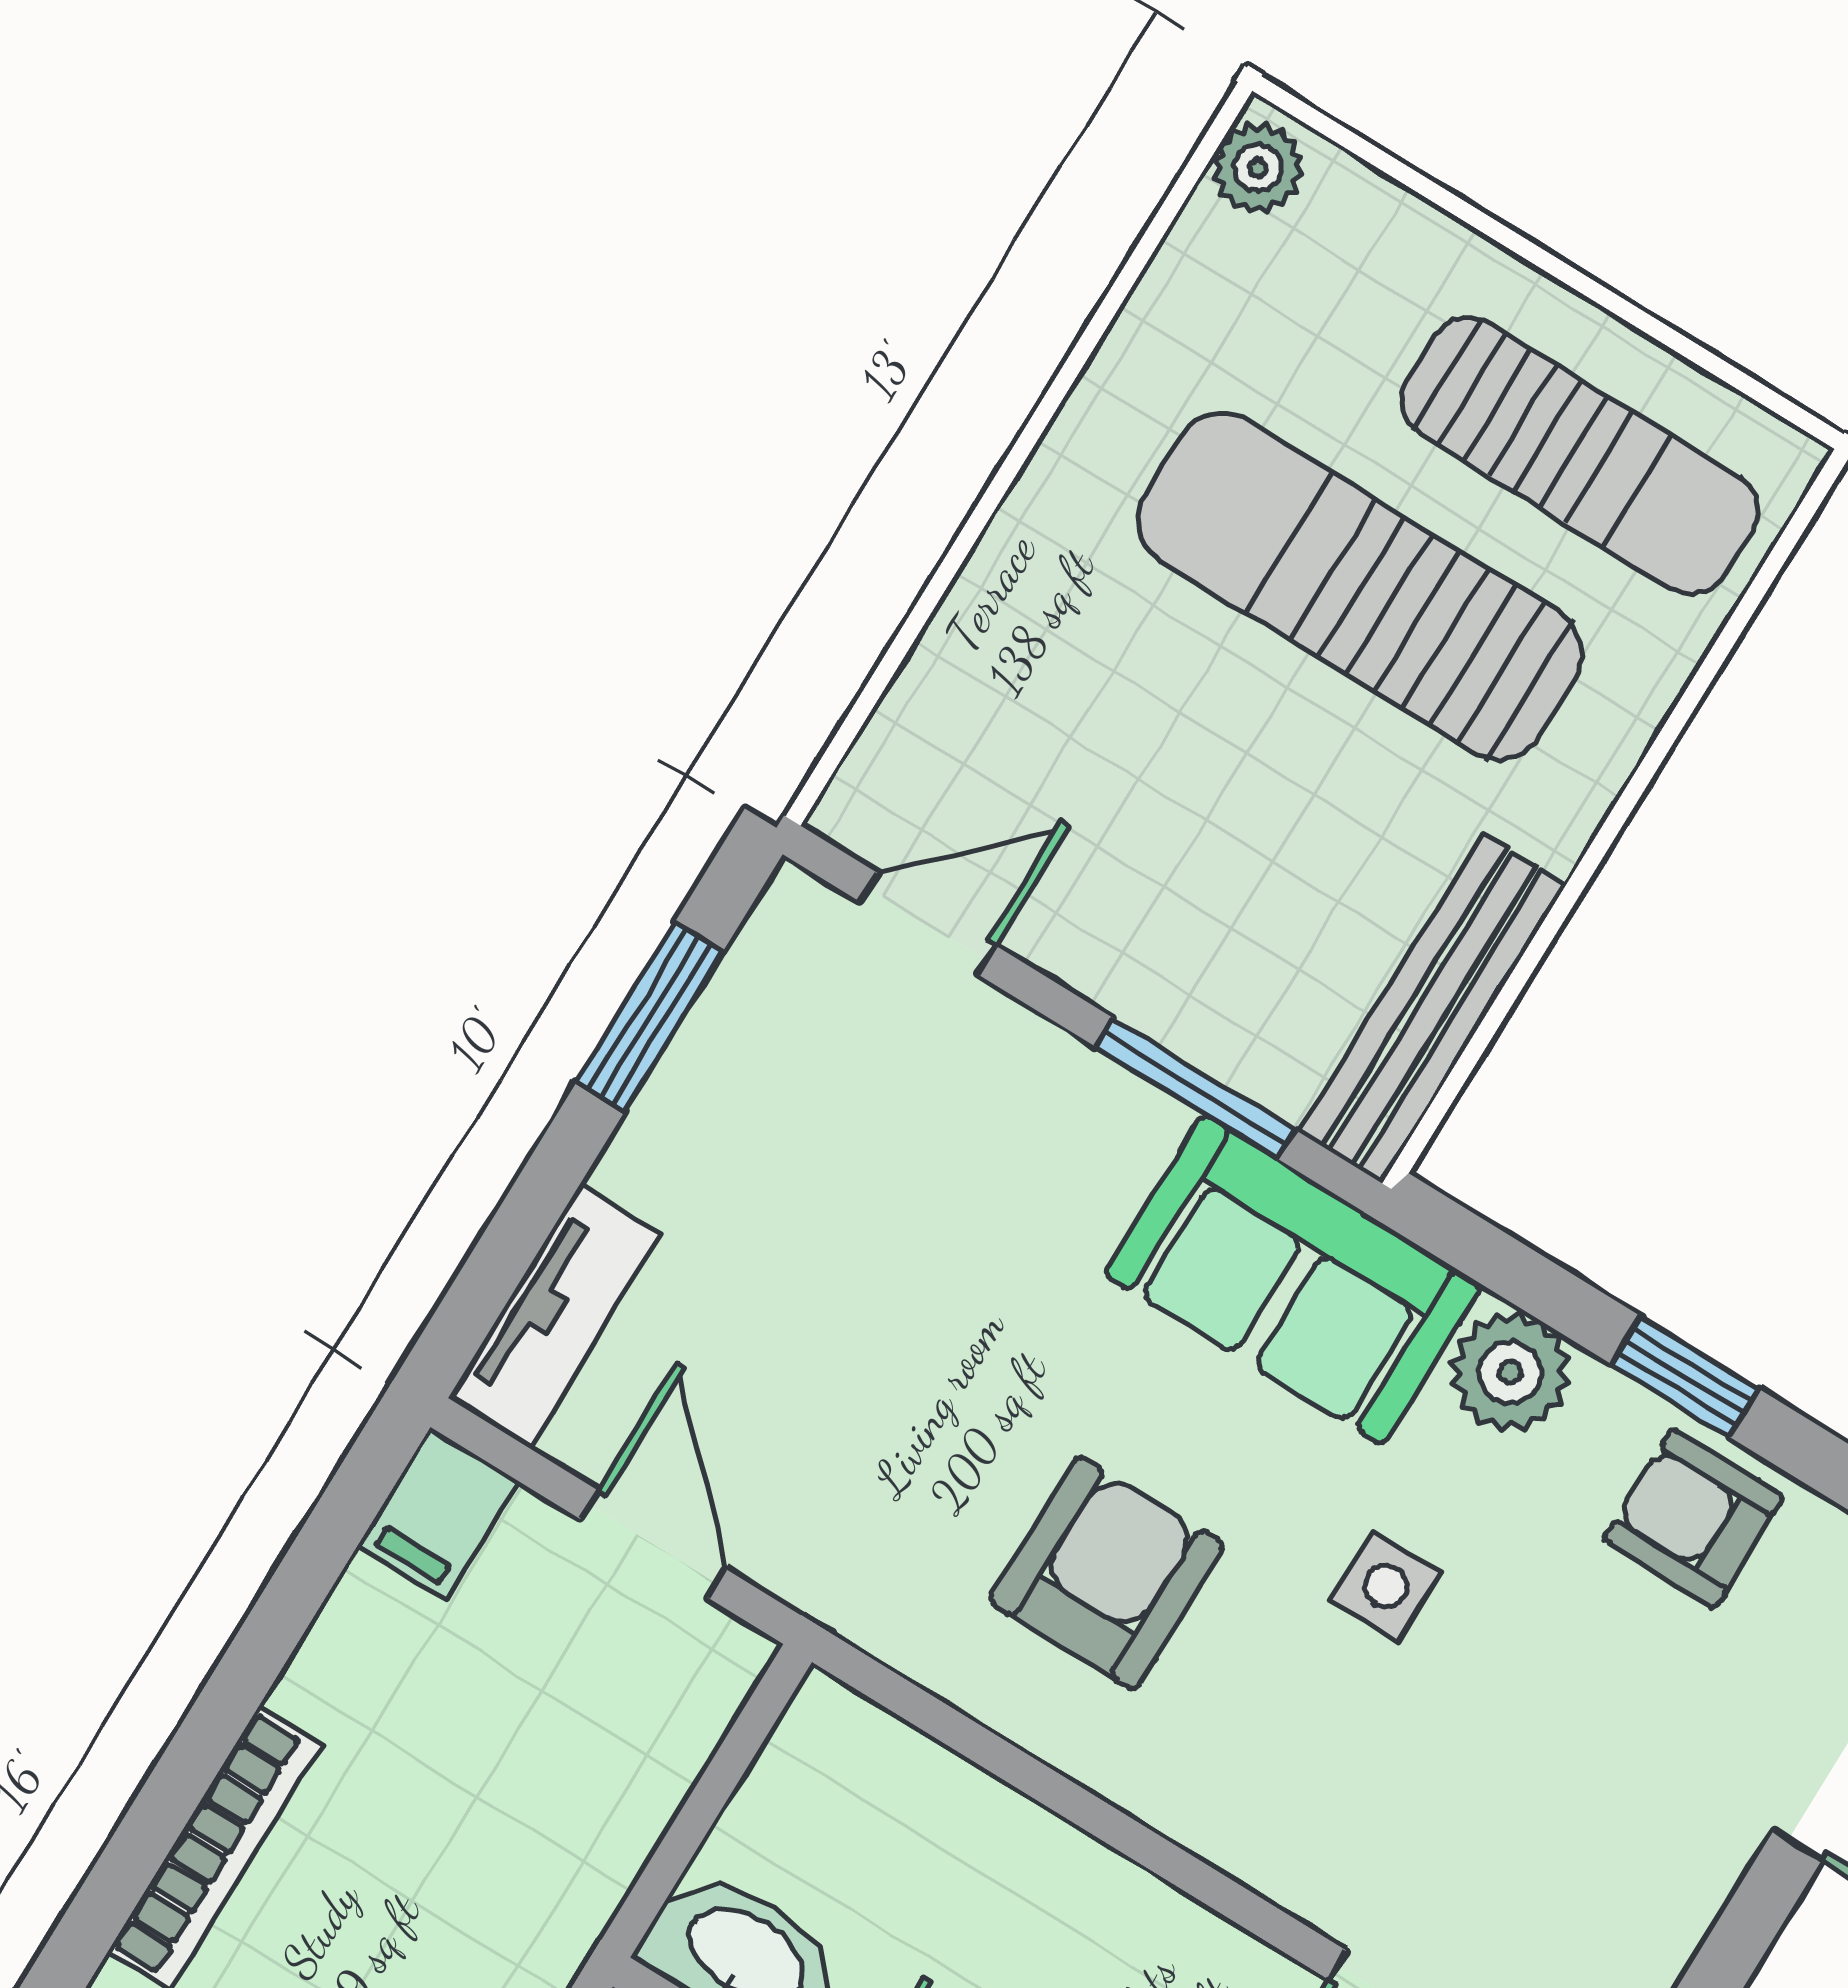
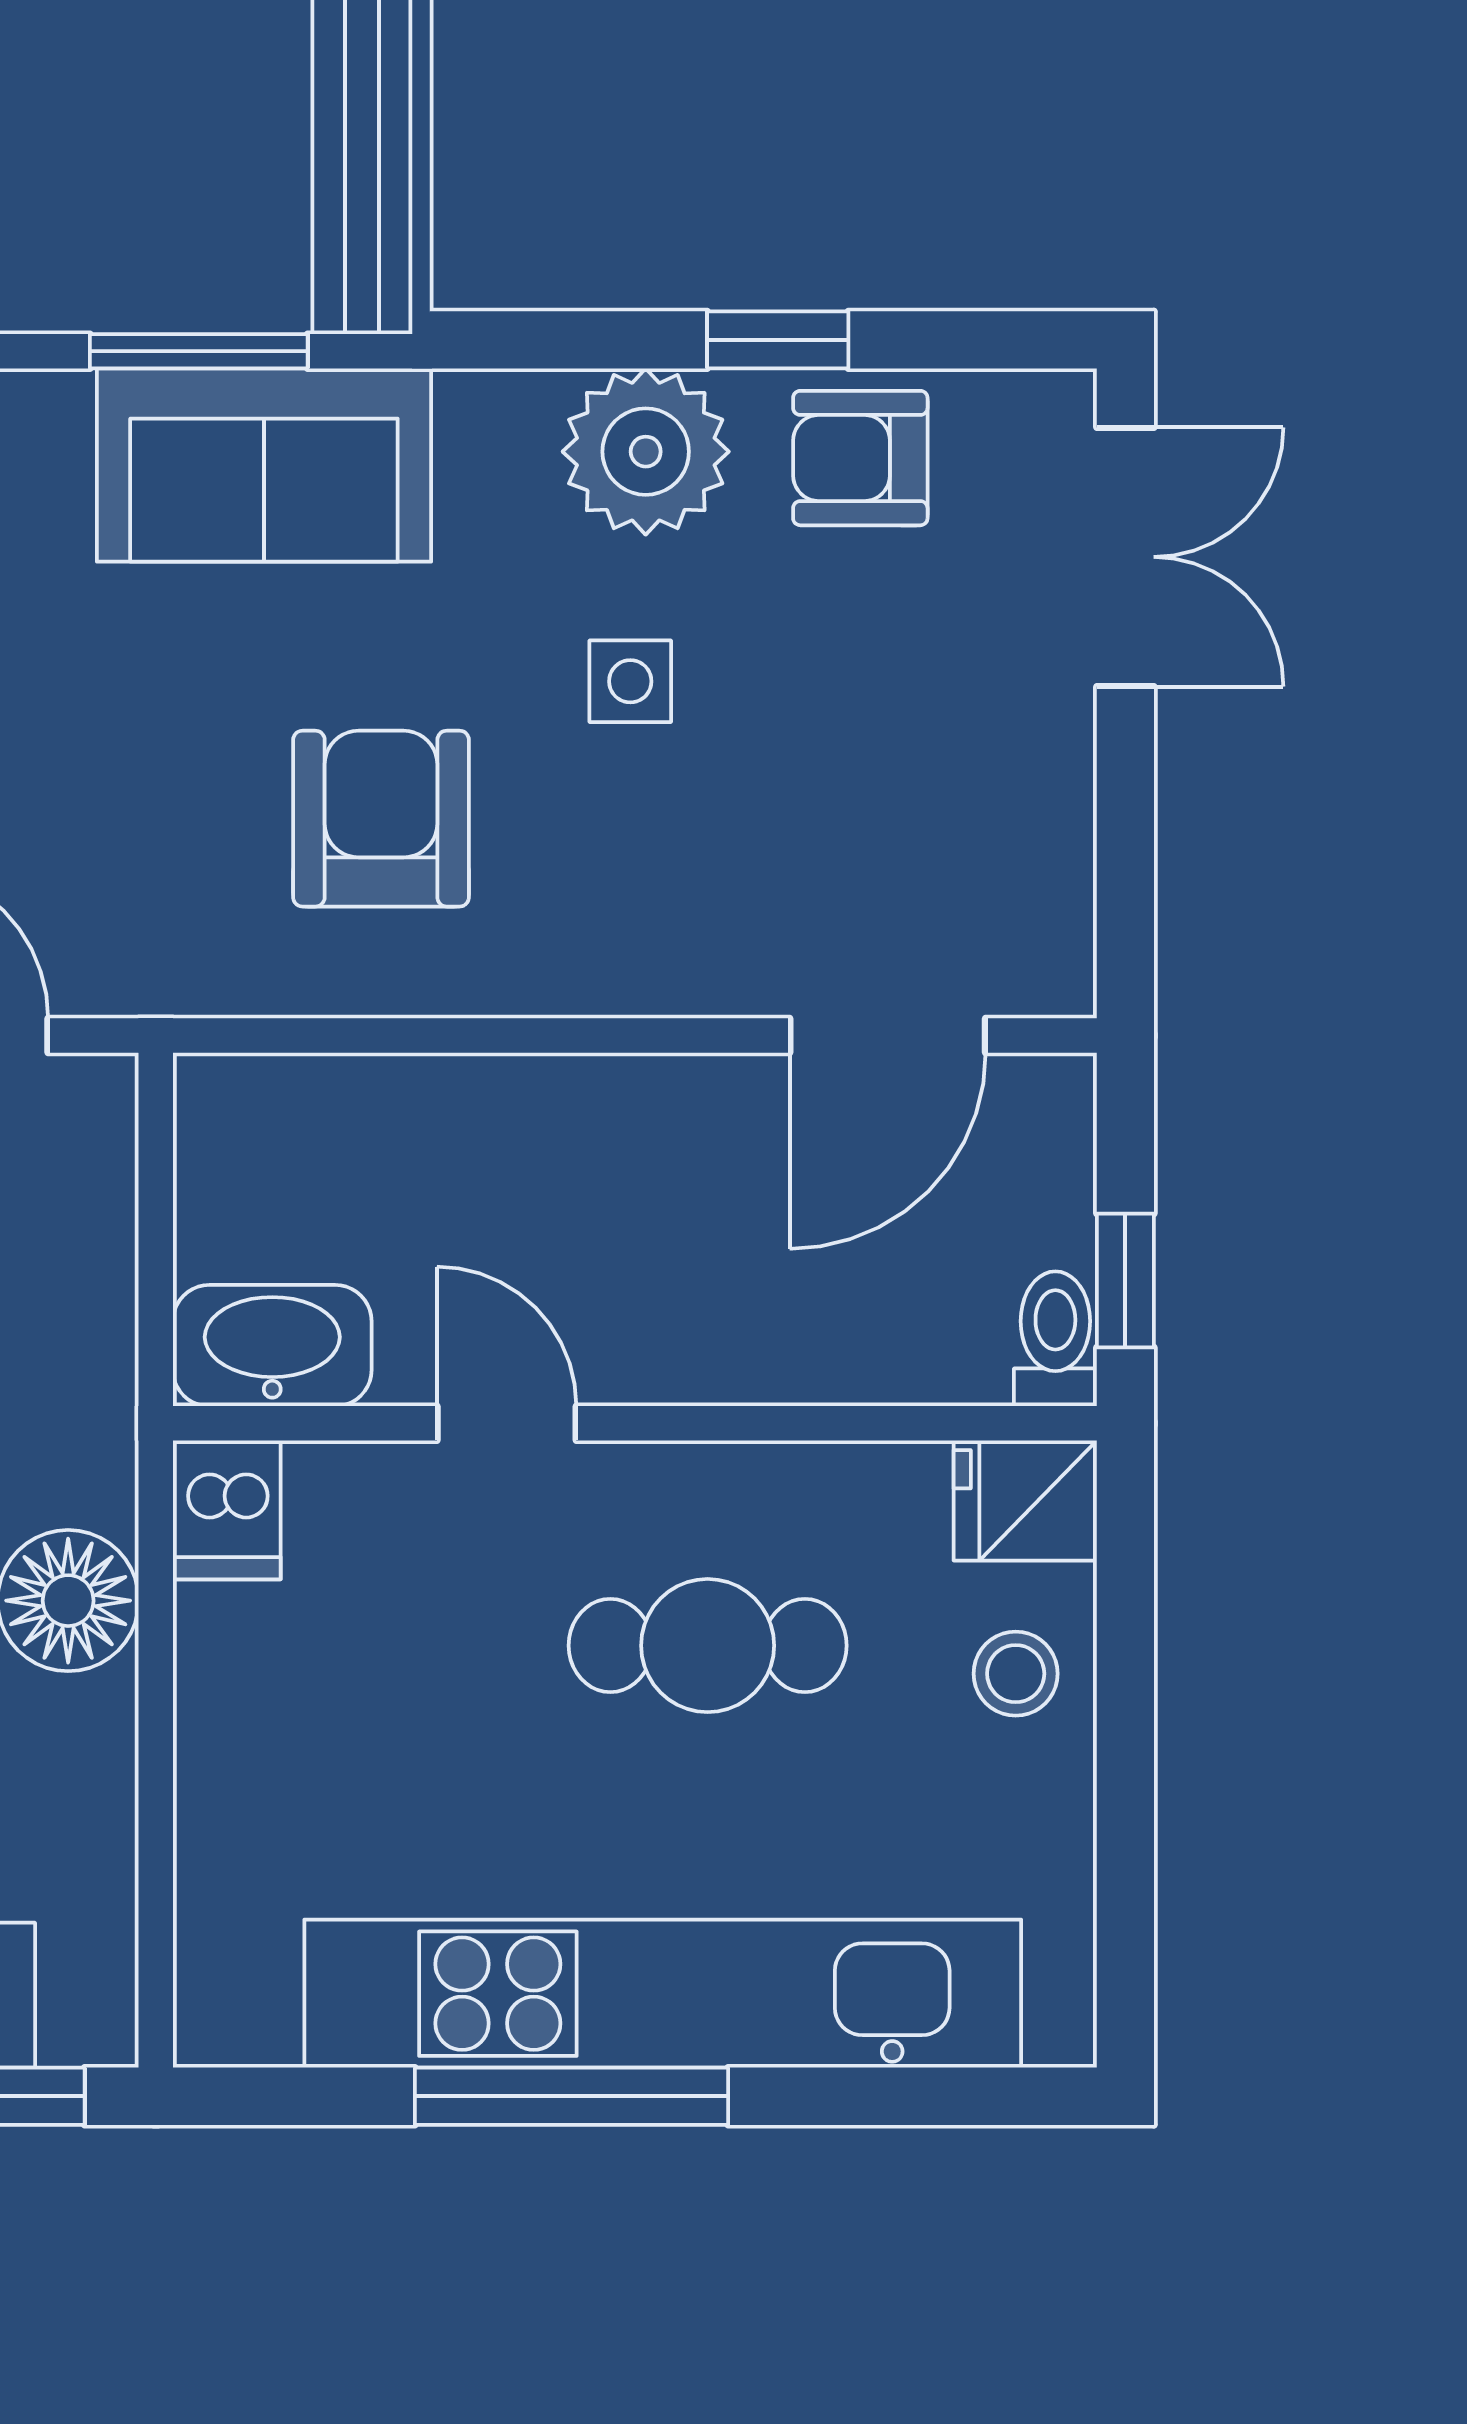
sofa: (1293, 1280) -> (264, 465), moved
plant: (1510, 1372) -> (646, 452), width x1.36, depth x1.36

